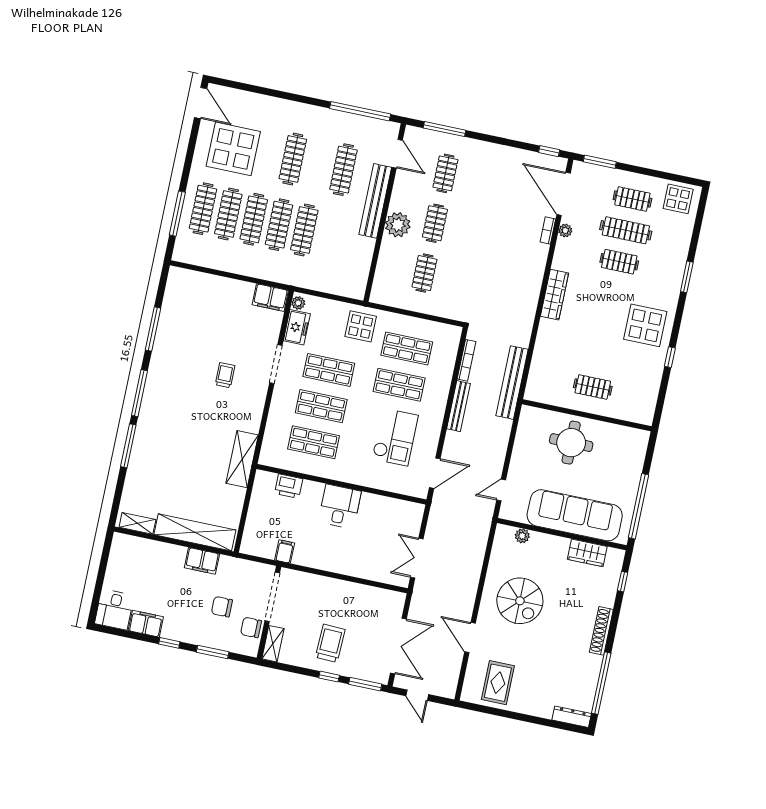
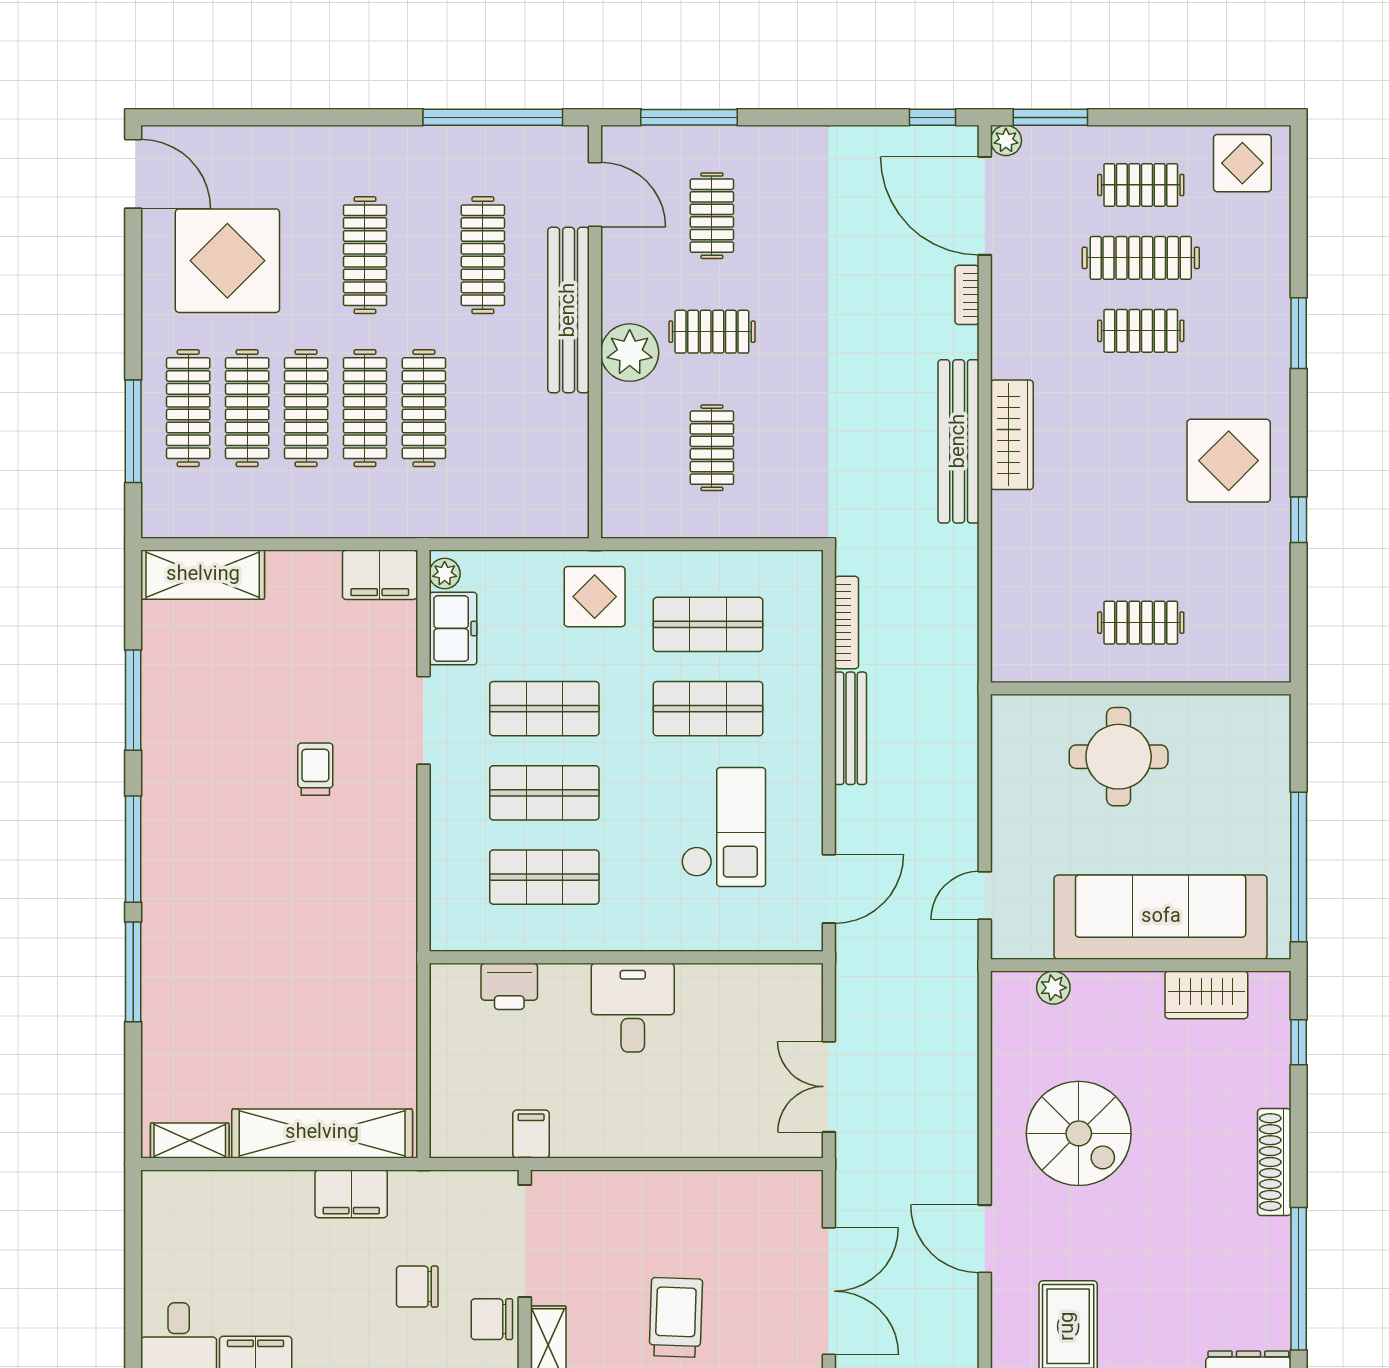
clothes rail: (435, 223) -> (712, 332), turned 90
plant: (565, 231) -> (1006, 140), moved
bench: (512, 383) -> (959, 441), moved
shelving: (242, 459) -> (203, 575), moved, turned 90

